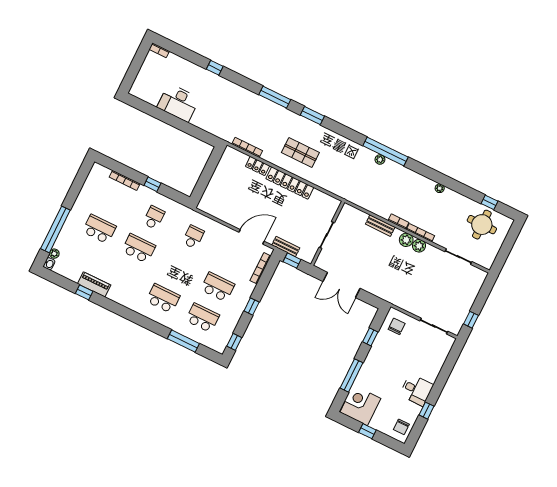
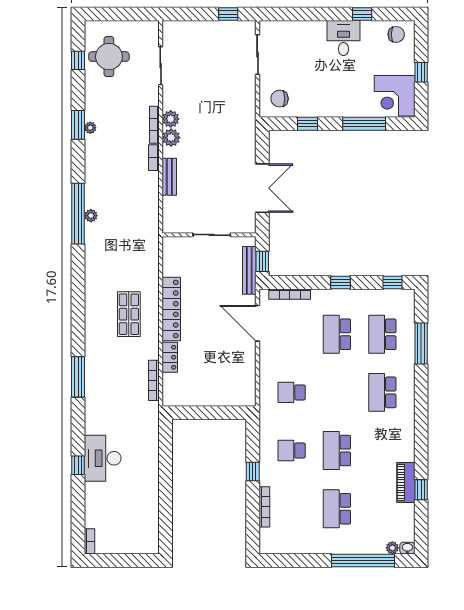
desk: (178, 103) -> (103, 458), moved, turned 180
window: (312, 116) -> (78, 125), moved
bench: (286, 247) -> (249, 270), width x1.36

